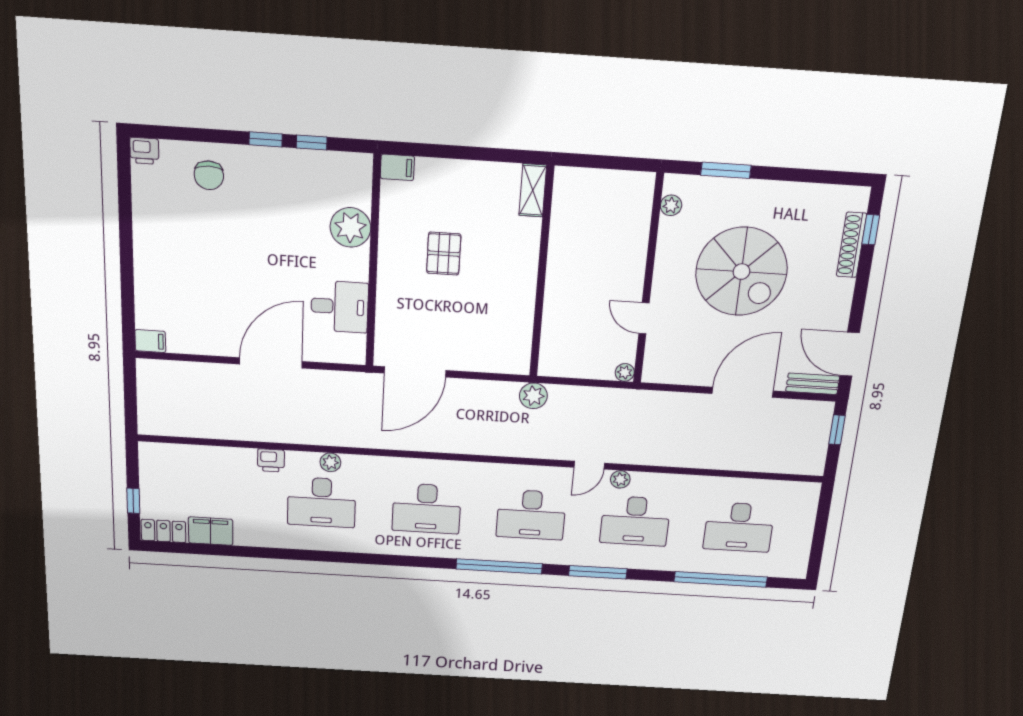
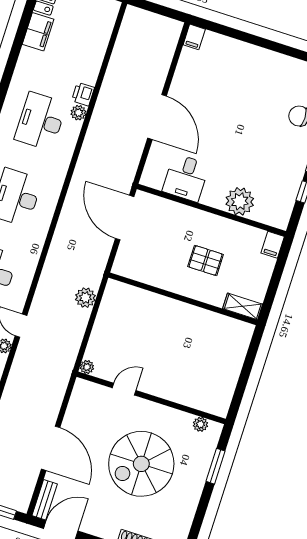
shelving: (533, 190) -> (243, 306), moved
wall: (542, 273) -> (183, 299), moved
plant: (330, 462) -> (78, 113), moved

